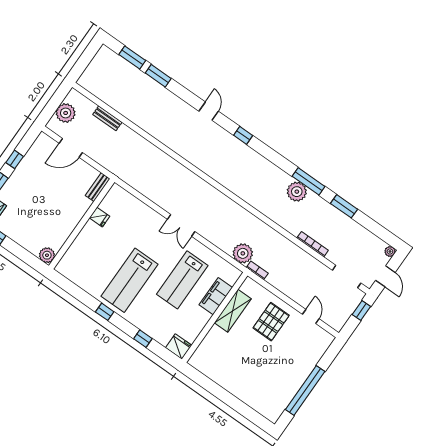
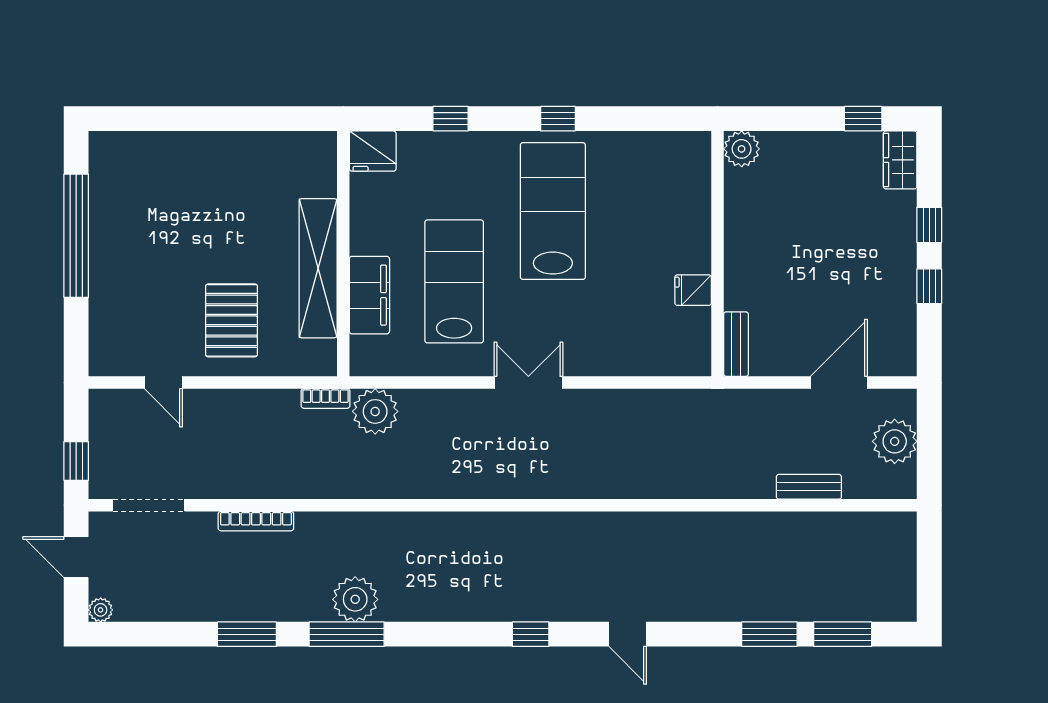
shelving: (233, 311) -> (318, 268), width x1.47

